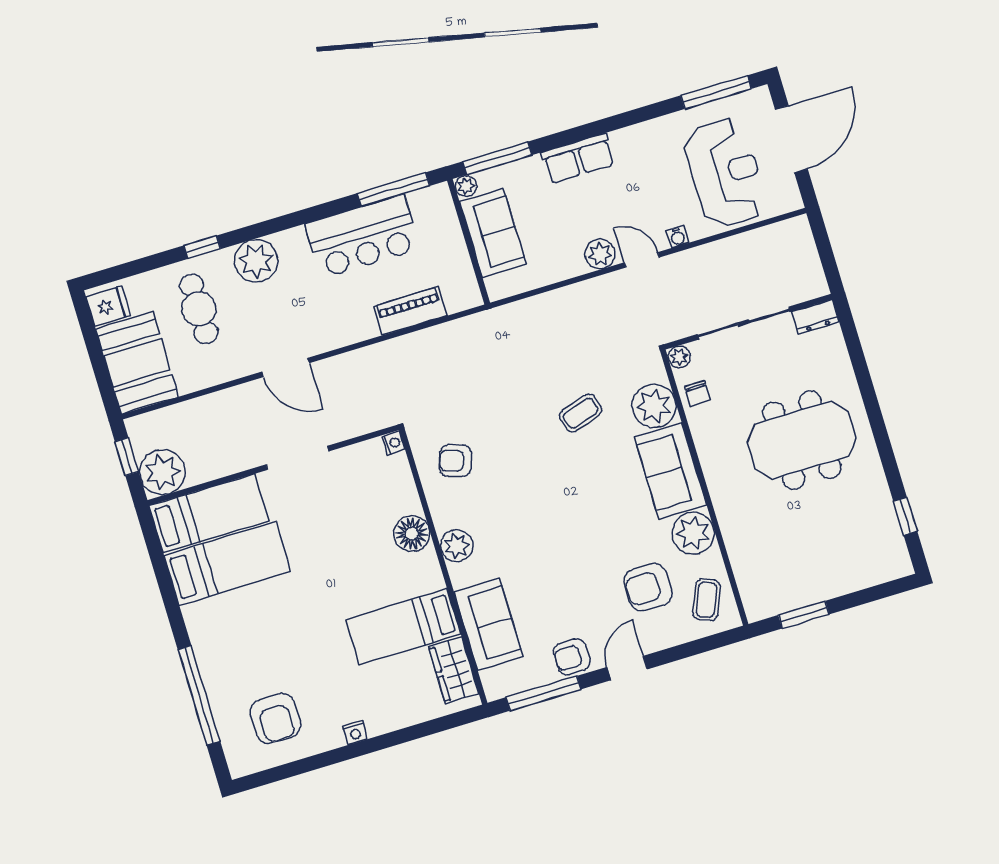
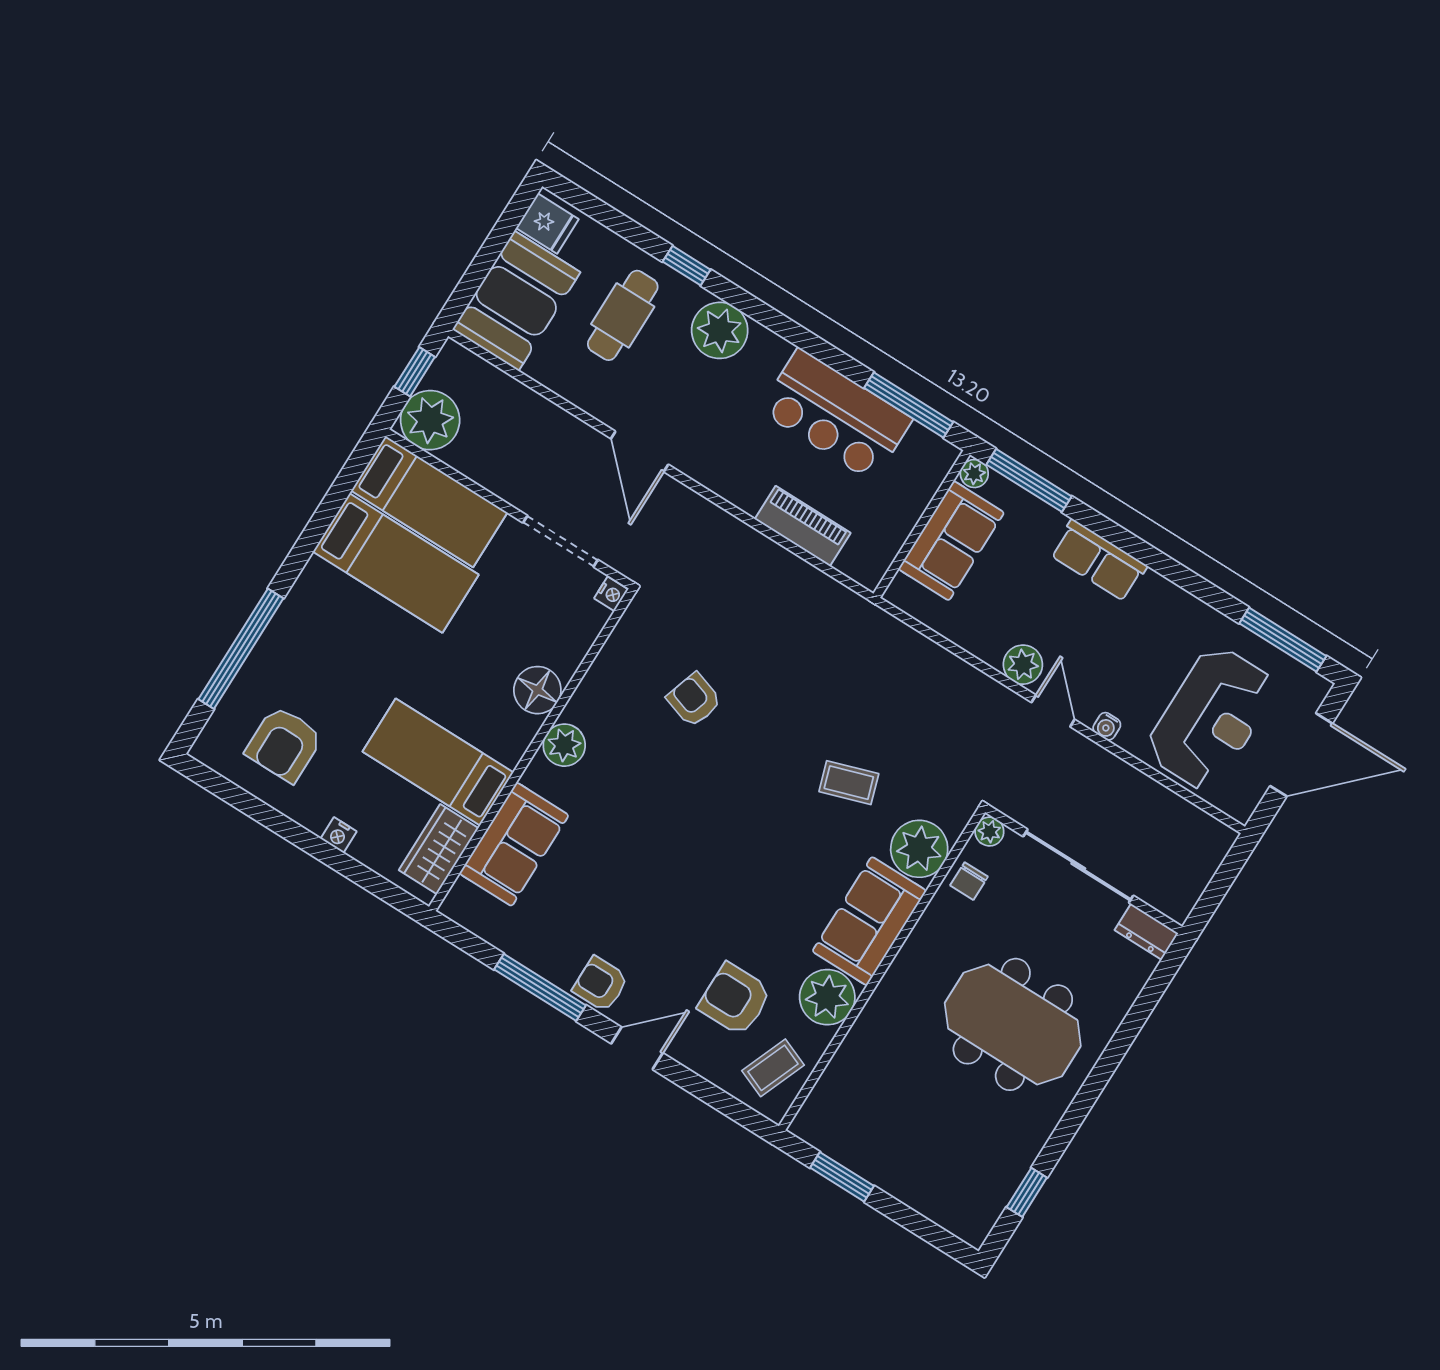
nightstand: (393, 443) -> (611, 594), moved
floor lamp: (412, 534) -> (537, 690), moved
plant: (457, 546) -> (564, 745), moved
wall: (443, 566) -> (532, 750), moved
sofa: (489, 624) -> (514, 844), moved
bed: (403, 627) -> (438, 762), moved
wardrobe: (454, 670) -> (439, 849), moved

